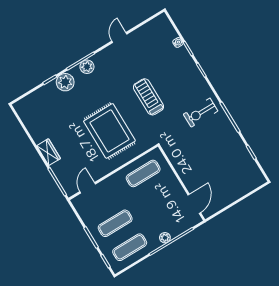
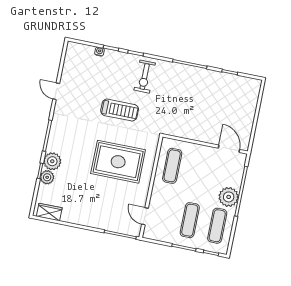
plant: (87, 67) -> (47, 177), moved
treadmill: (148, 97) -> (120, 110), turned 180
exercise bike: (201, 113) -> (145, 77), moved
wardrobe: (49, 152) -> (49, 212), moved
plant: (165, 238) -> (229, 197), width x1.87, depth x1.87

